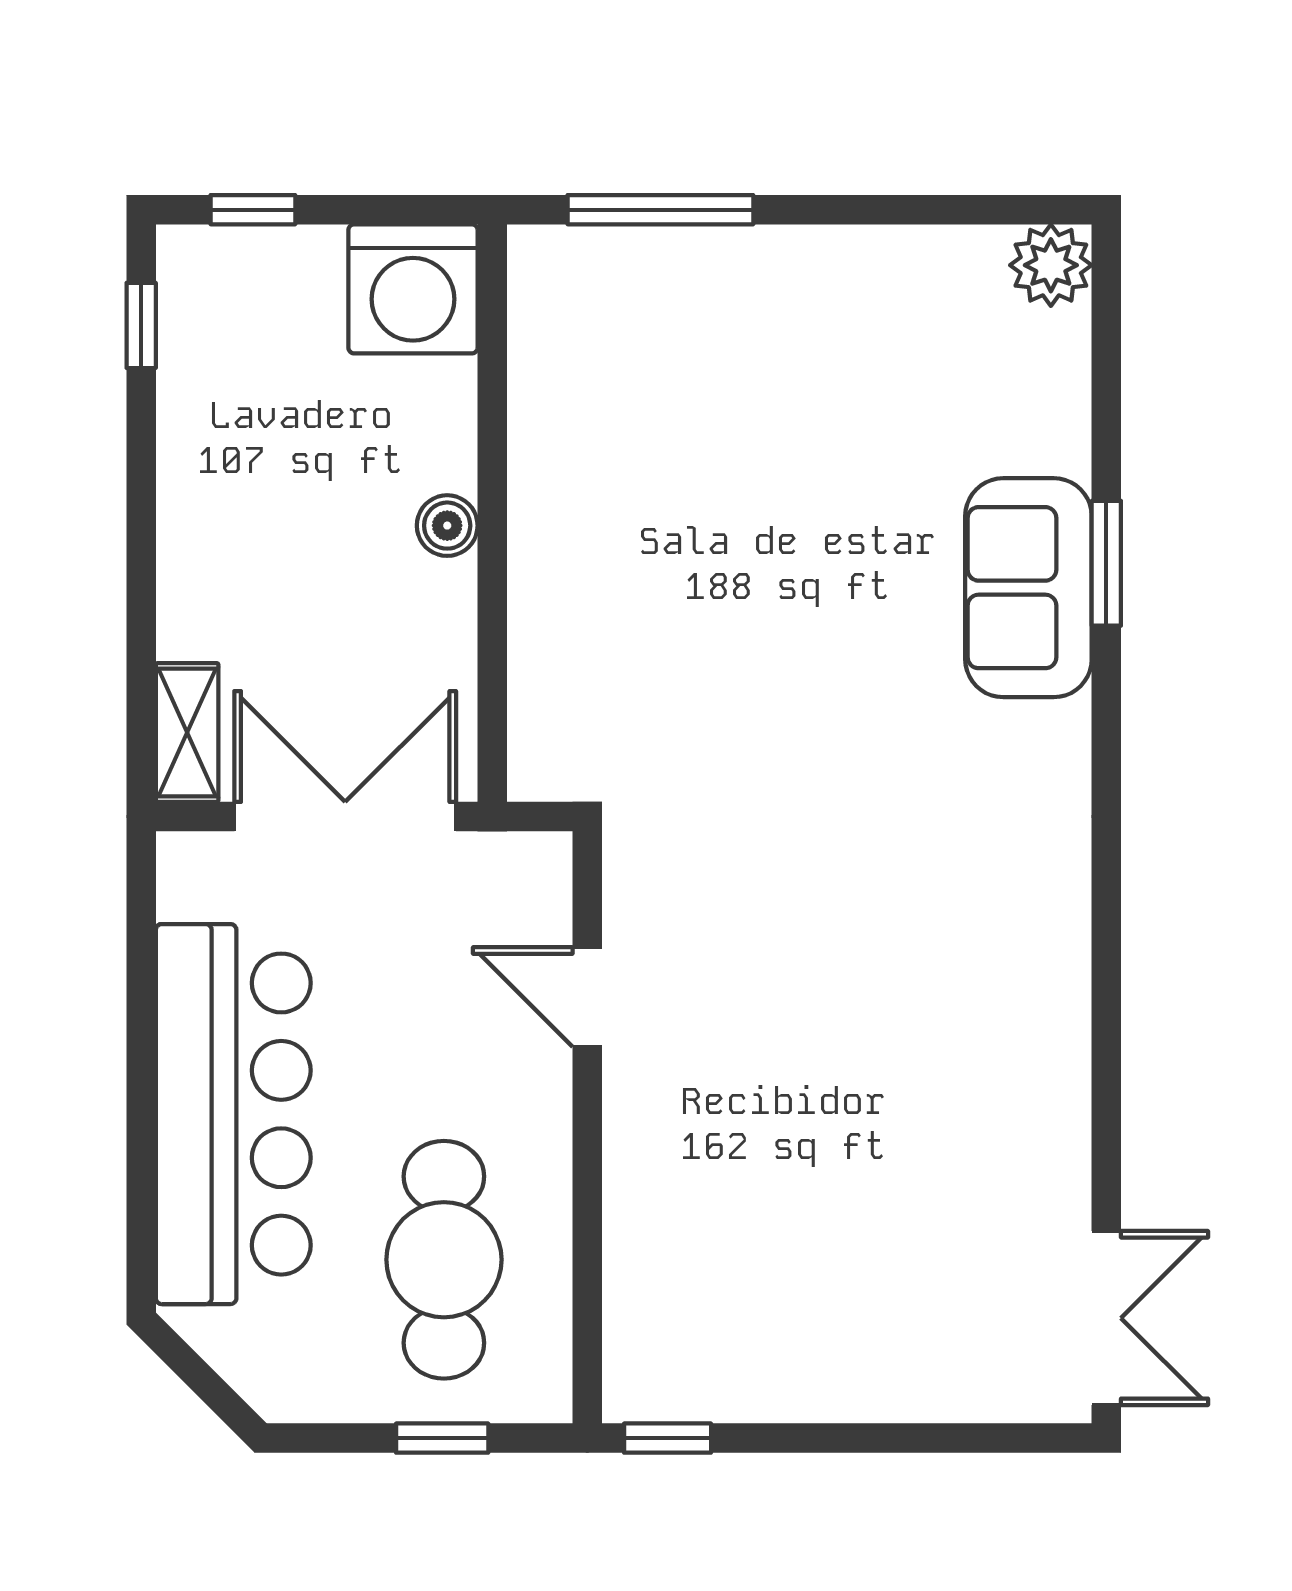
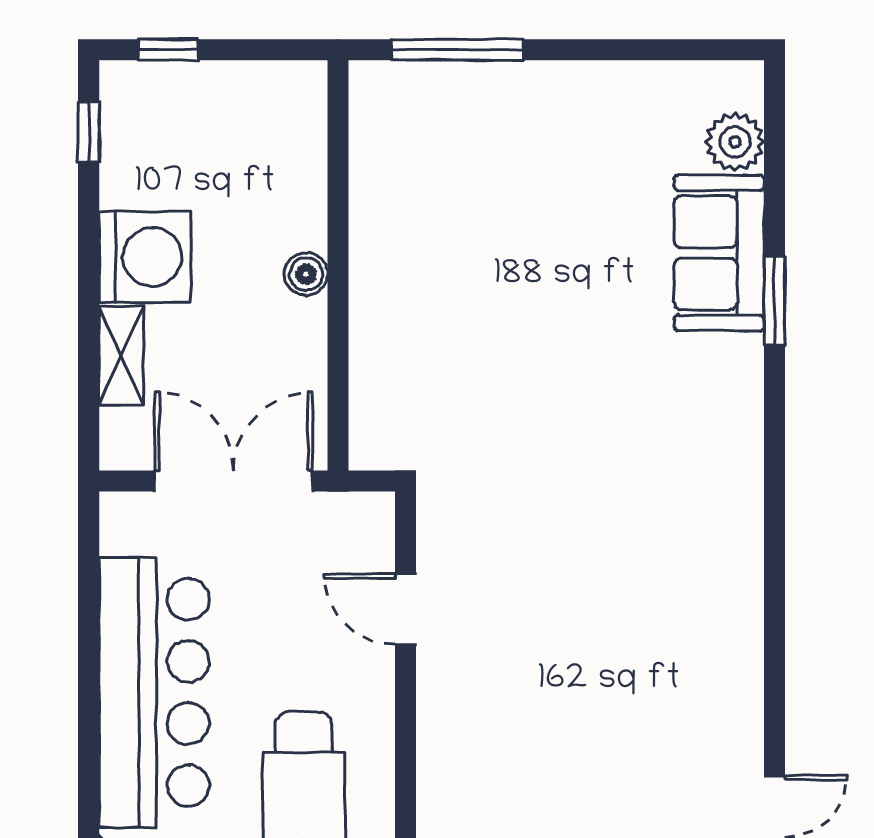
plant: (1051, 265) -> (735, 142), moved
washing machine: (413, 289) -> (145, 257), moved, turned -90
sofa: (1028, 588) -> (719, 253), moved
shelving: (187, 732) -> (121, 356), moved

